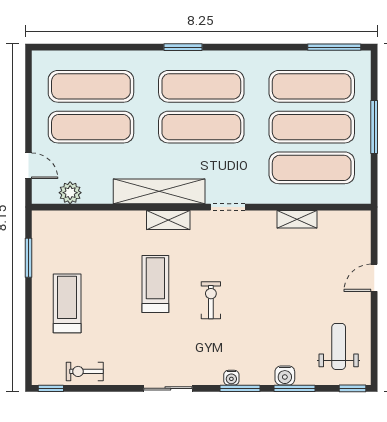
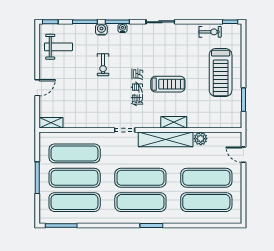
plant: (70, 193) -> (201, 139), moved
shelving: (297, 219) -> (51, 123), moved
shelving: (168, 220) -> (174, 122), moved
treadmill: (155, 284) -> (168, 84), turned -90
exercise bike: (211, 300) -> (103, 65), moved
treadmill: (67, 303) -> (221, 73), width x1.37, depth x1.38
weight bench: (339, 346) -> (58, 47), turned -90
water cooler: (285, 375) -> (101, 29), moved

